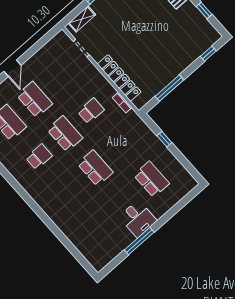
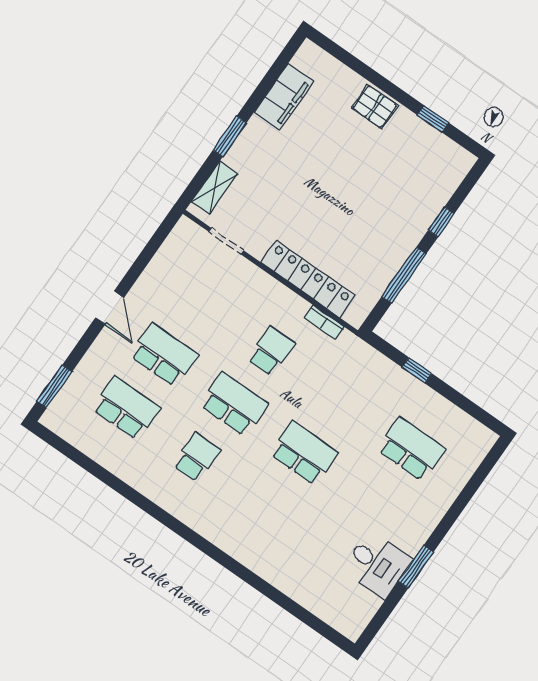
window: (208, 54) -> (441, 222), moved
desk: (138, 219) -> (377, 564), moved
window: (139, 241) -> (416, 567), width x0.69

